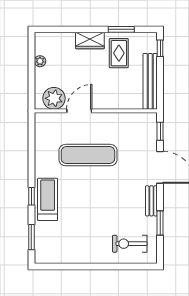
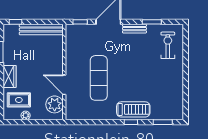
rug: (119, 53) -> (19, 100), moved
treadmill: (48, 199) -> (133, 109), turned 180
exercise bike: (130, 244) -> (168, 45), turned 180

